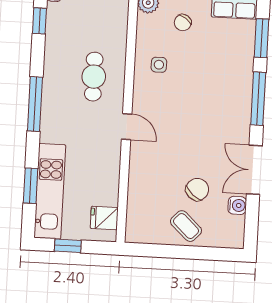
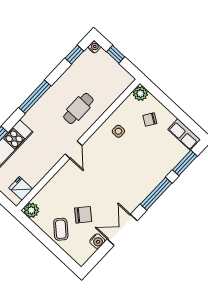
plant: (136, 232) -> (31, 210), added

